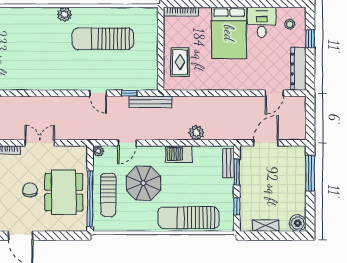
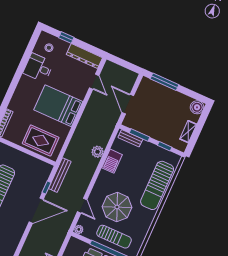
bed: (229, 33) -> (58, 106), moved, turned 180
rug: (180, 62) -> (41, 140), width x1.36, depth x1.43
door: (98, 93) -> (36, 211), width x1.87
barbecue: (179, 154) -> (112, 161), moved

